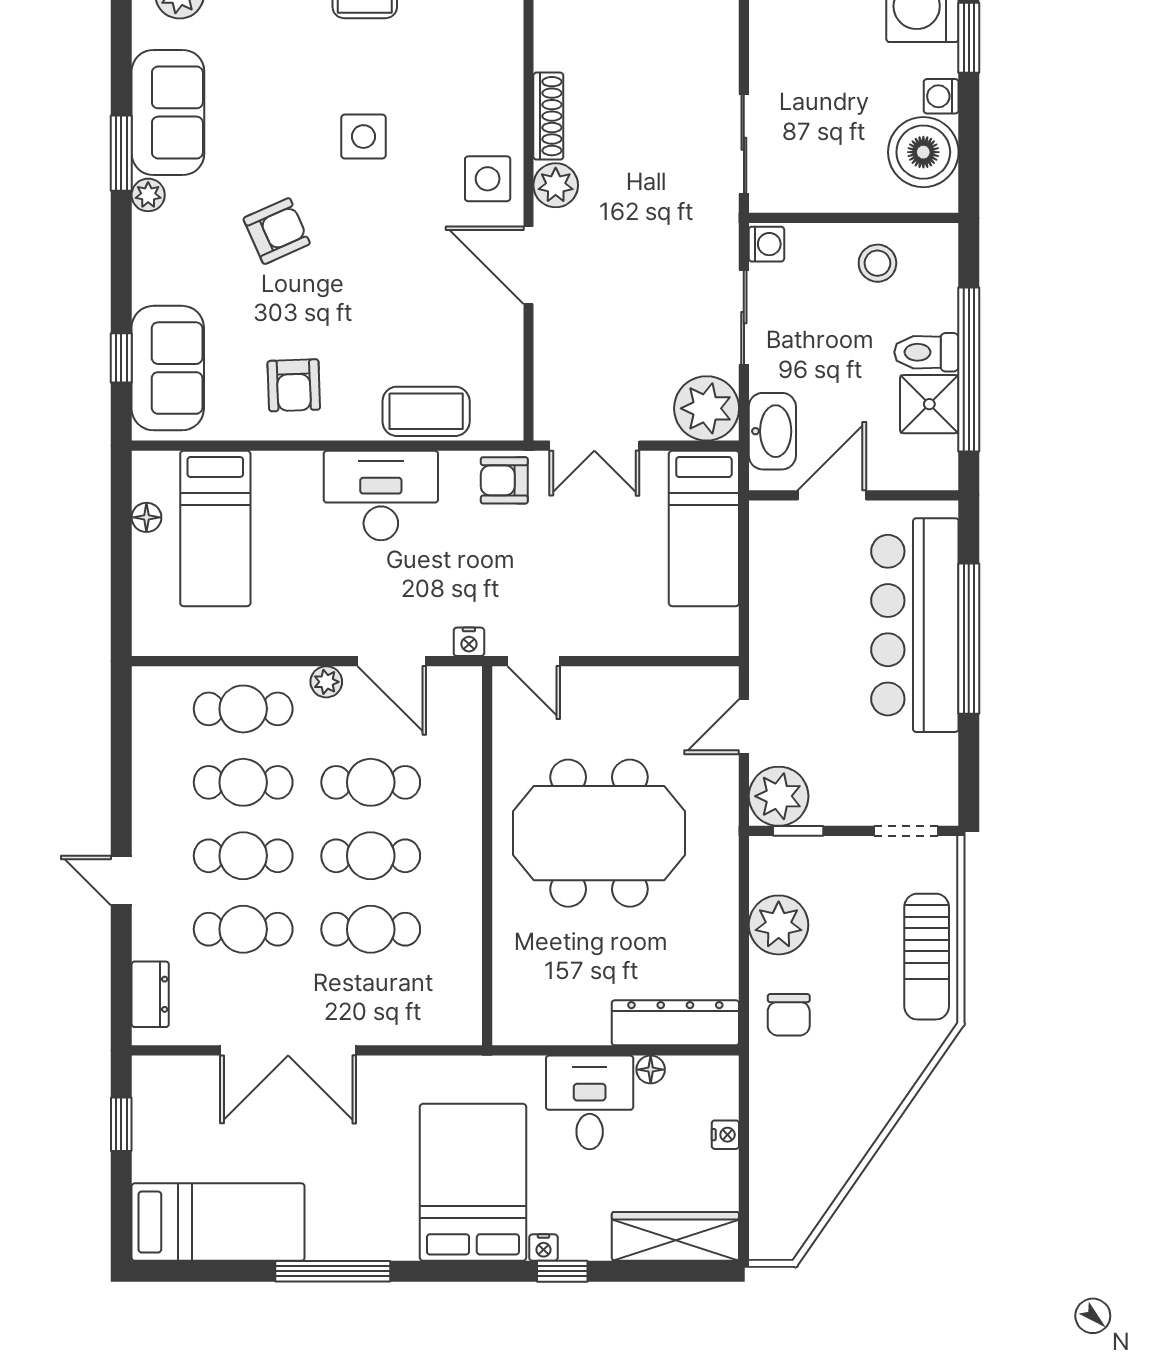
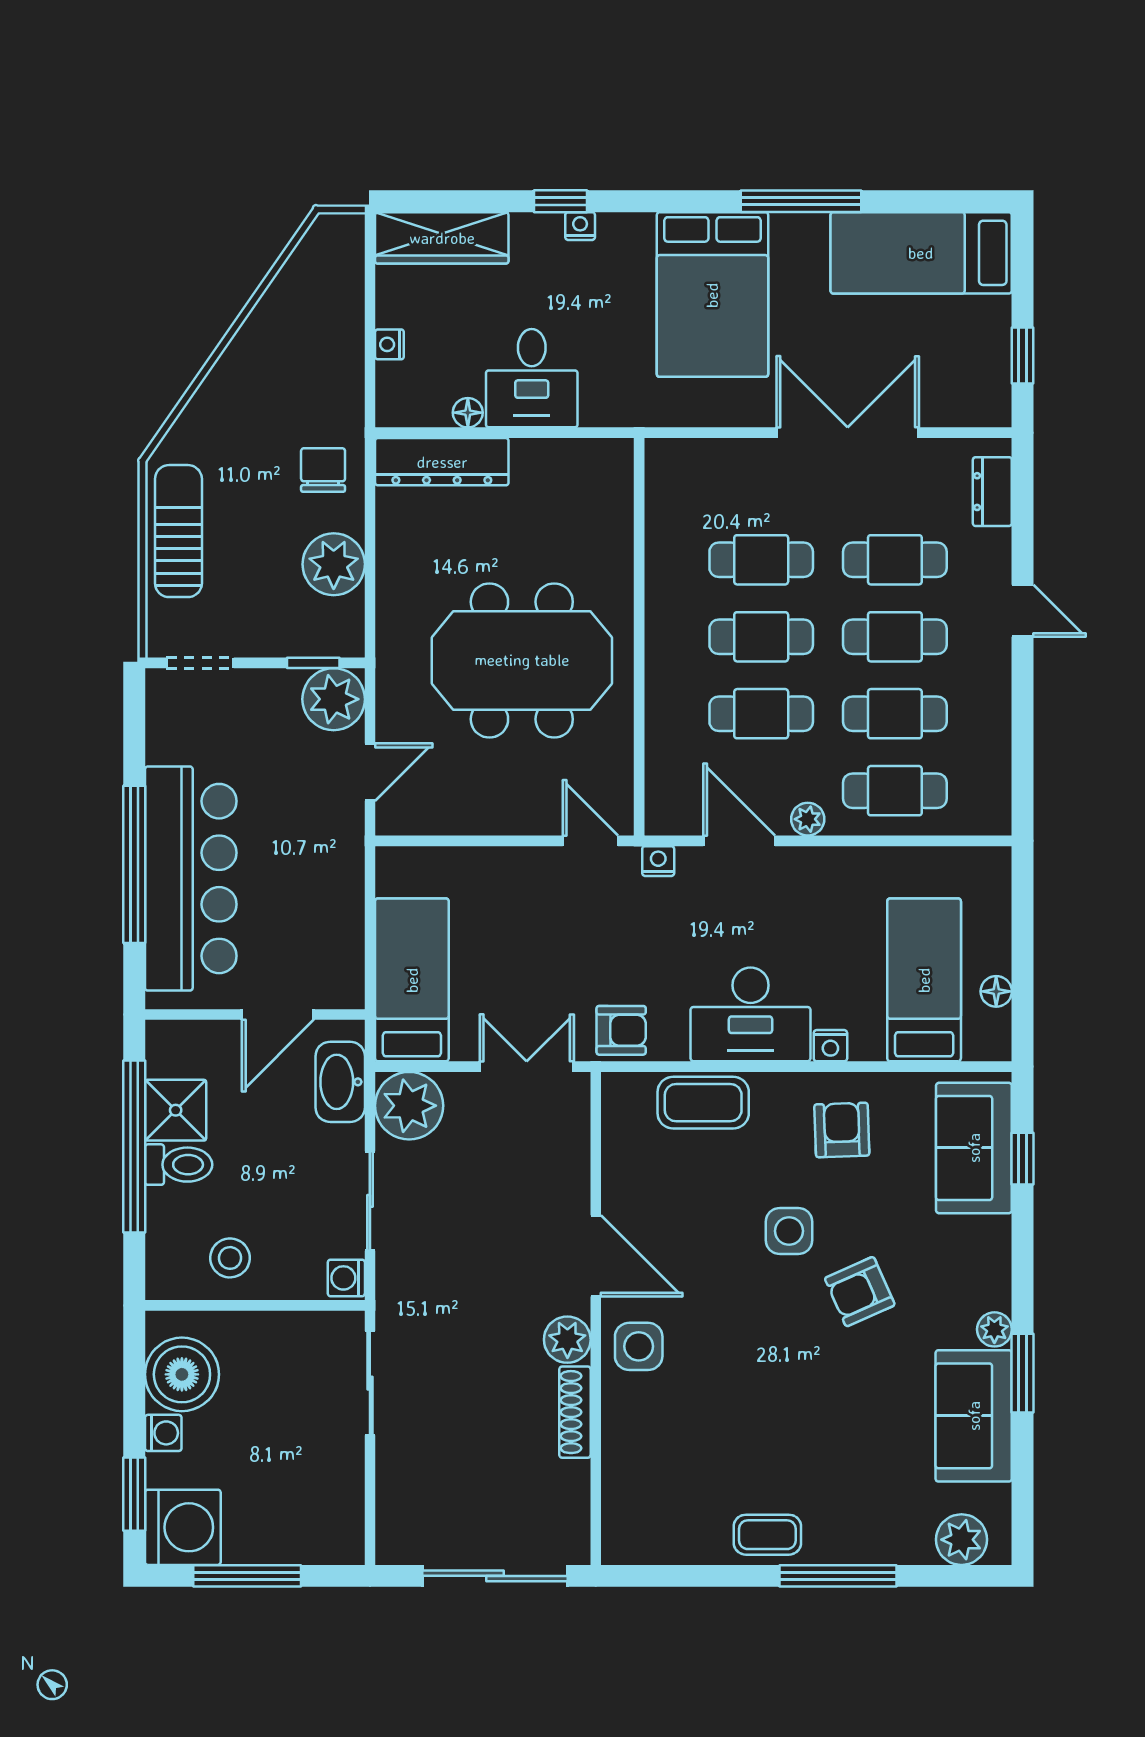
side table: (363, 137) -> (789, 1231), moved
nightstand: (305, 466) -> (830, 1046), added
bed: (473, 1182) -> (712, 295), moved

